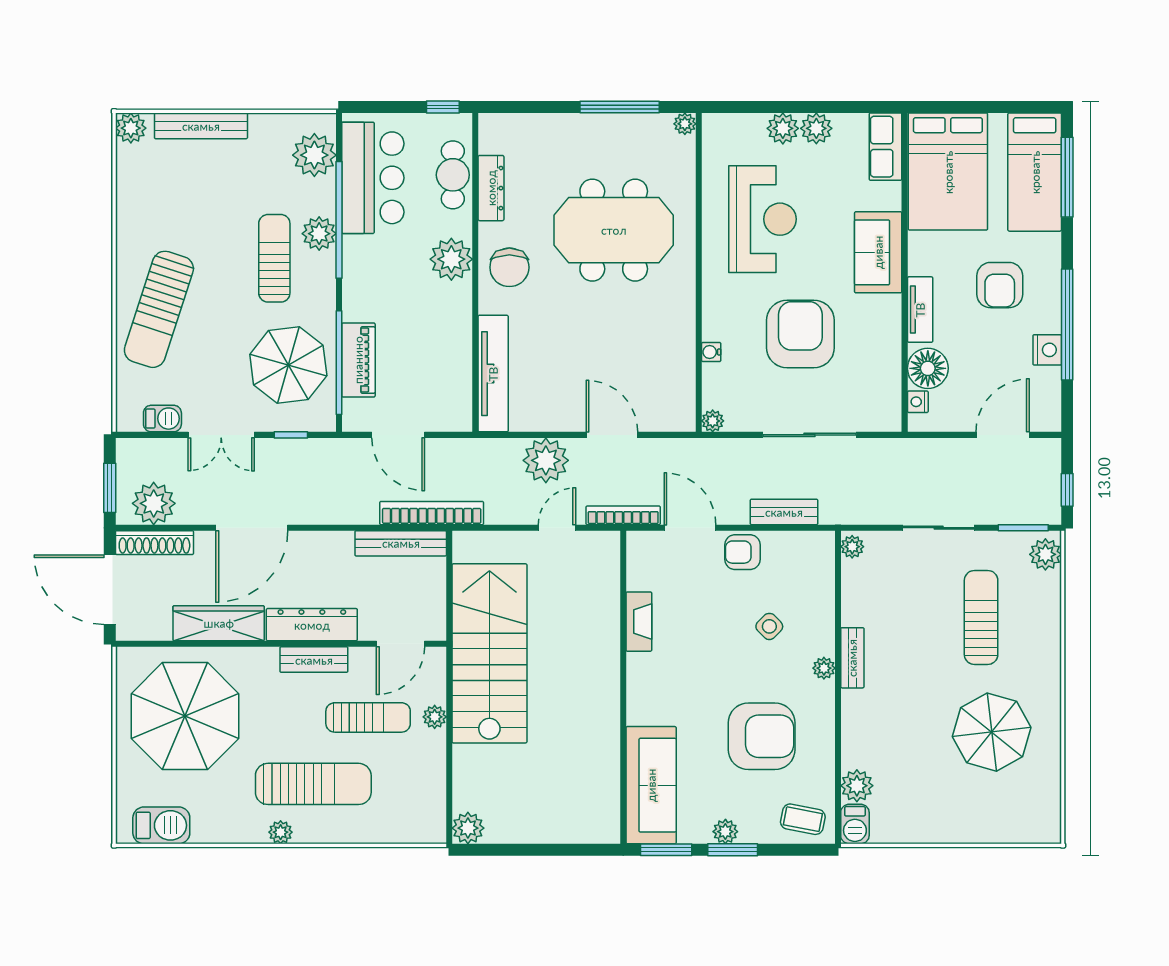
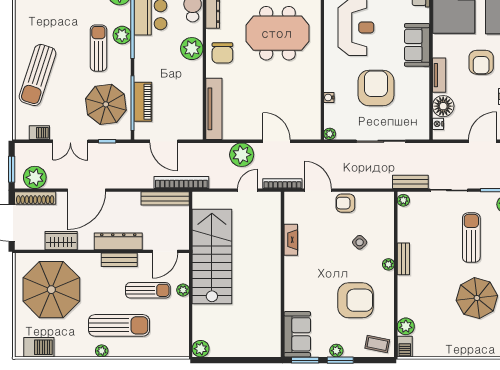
bench: (784, 512) -> (410, 182), moved
wardrobe: (219, 623) -> (61, 241), width x0.67
sofa: (651, 785) -> (297, 334), width x0.73

